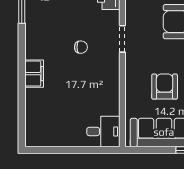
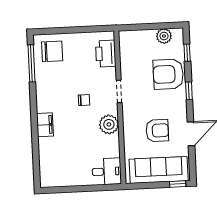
plant: (109, 77) -> (109, 124), added
armchair: (165, 87) -> (157, 131), turned 90

